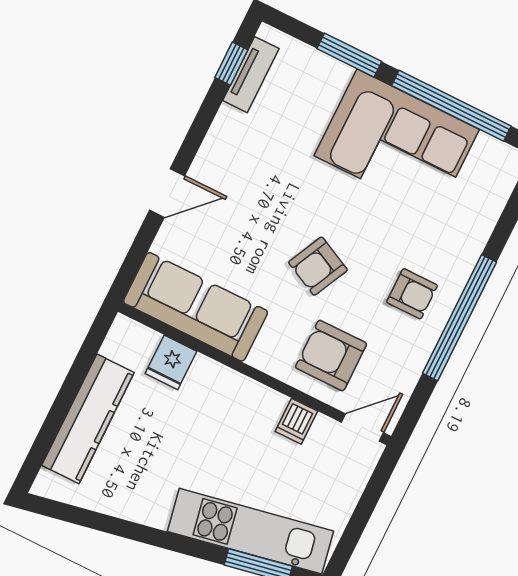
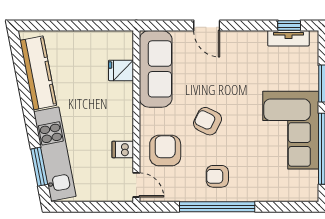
armchair: (412, 294) -> (217, 176), turned 90
kitchen counter: (88, 419) -> (38, 73), moved, turned -101

